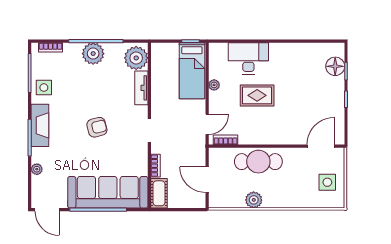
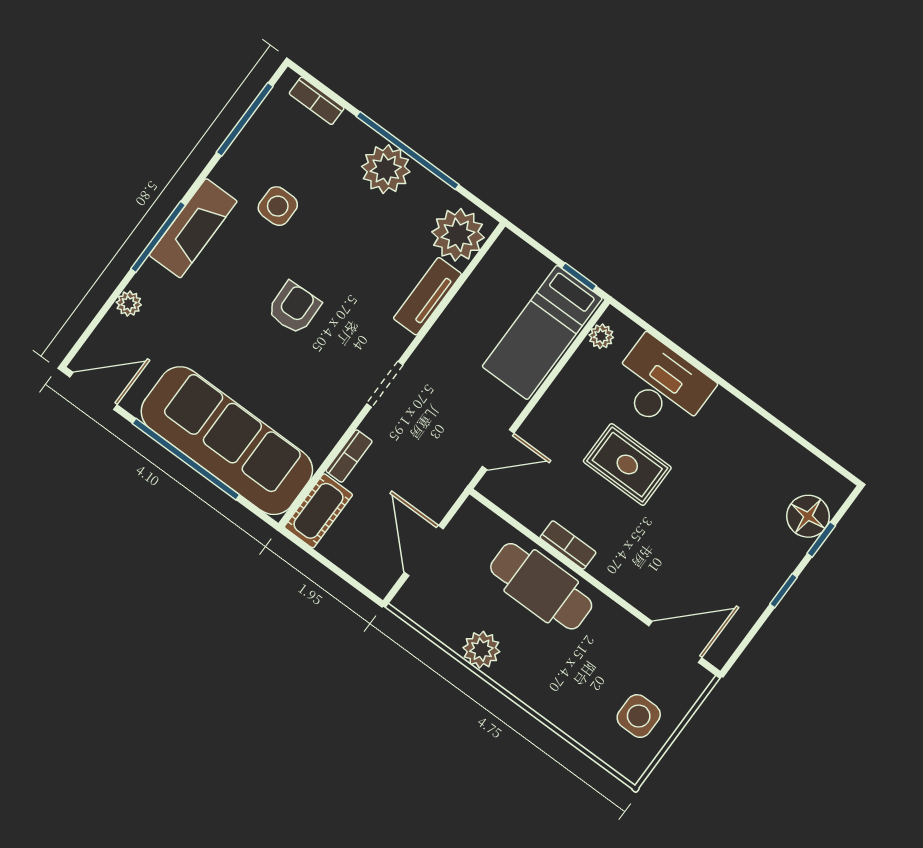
plant: (214, 85) -> (601, 336), moved
side table: (44, 88) -> (278, 206), moved
armchair: (97, 127) -> (294, 308), turned -78
bookcase: (226, 140) -> (568, 545), moved
door: (47, 210) -> (93, 391), swing flipped

